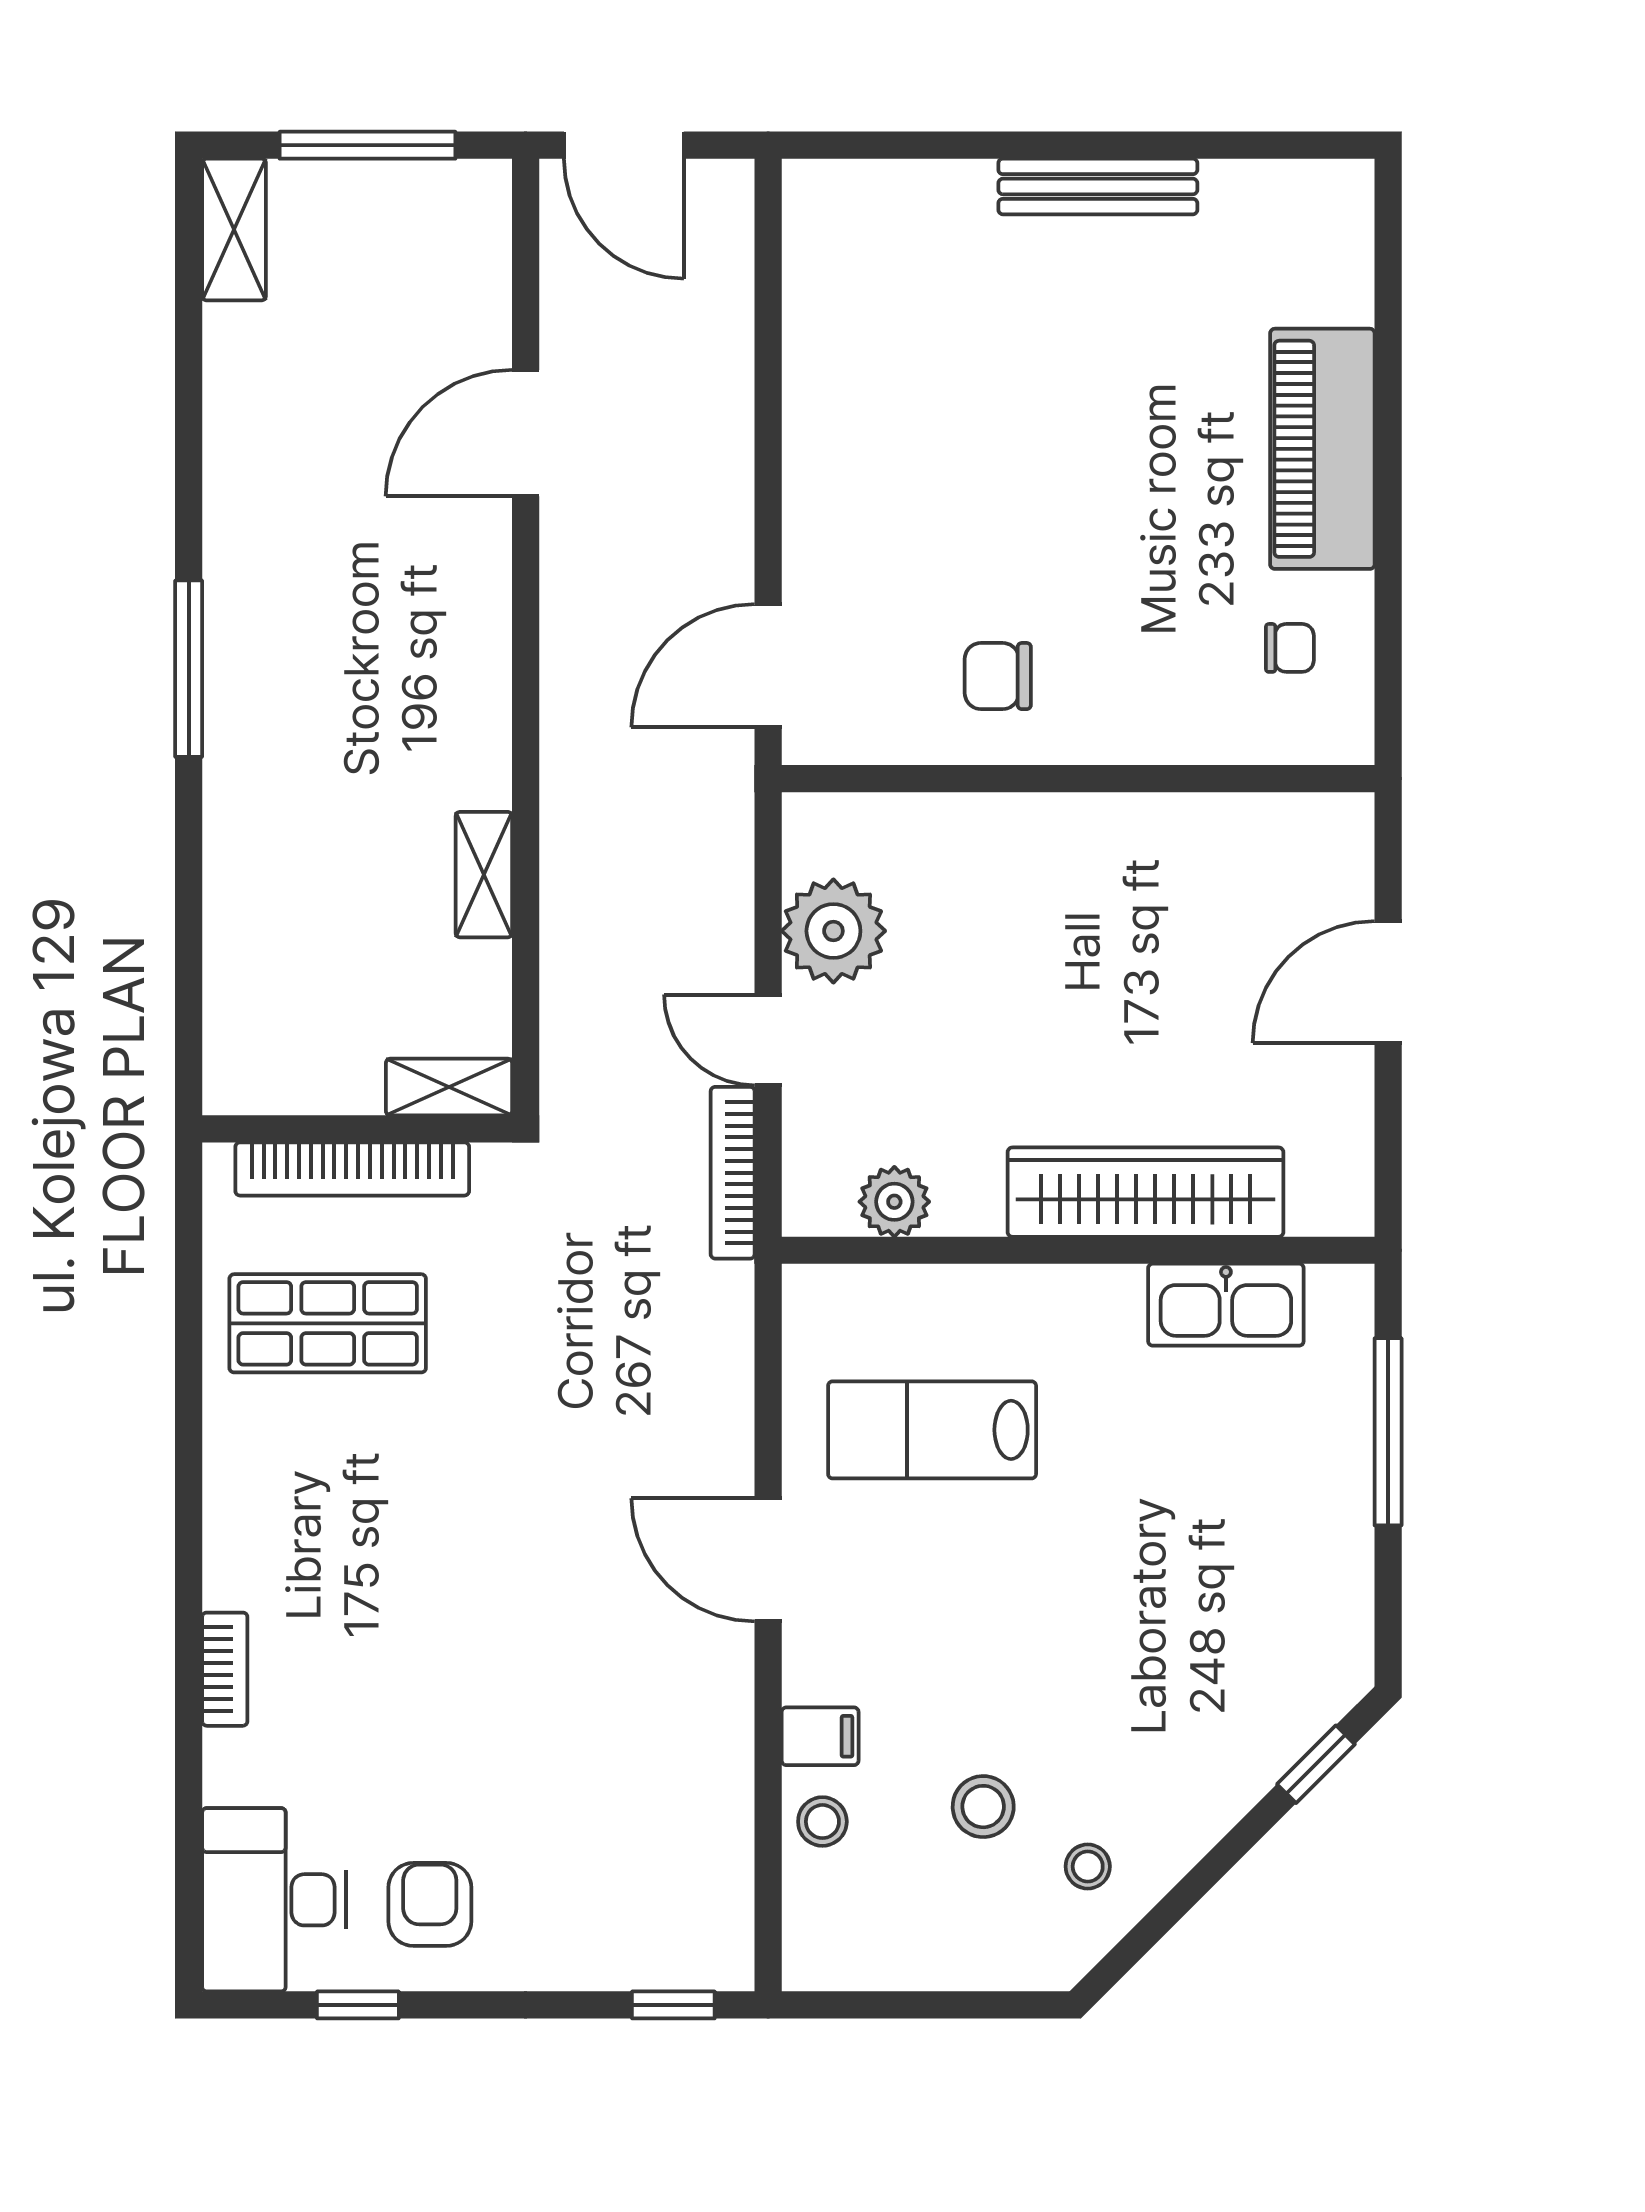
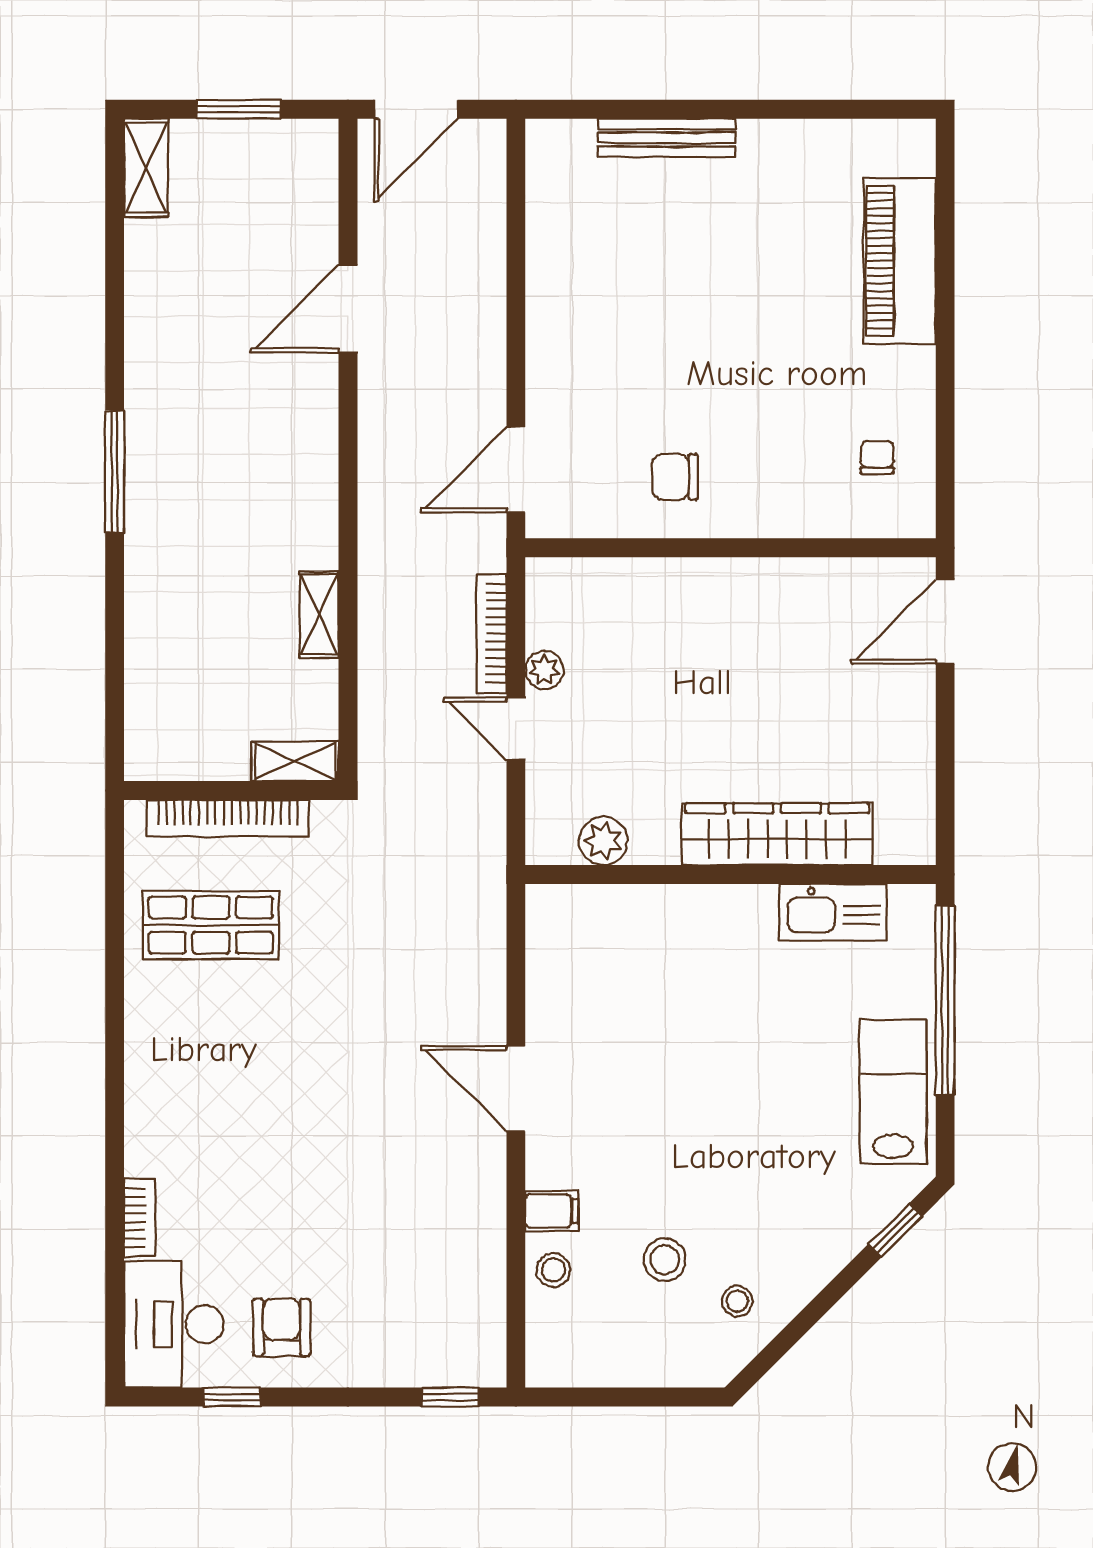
window: (368, 145) -> (238, 109), width x0.69
door: (624, 145) -> (416, 109), hinge flipped
bench: (1098, 186) -> (667, 138), moved
piano: (1322, 449) -> (900, 261), moved
chair: (1290, 648) -> (877, 457), turned -90
plant: (833, 931) -> (544, 670), width x0.53, depth x0.53
door: (1388, 982) -> (945, 622), moved
bookcase: (733, 1173) -> (491, 634), moved
lab bench: (932, 1430) -> (893, 1092), moved, turned 90
window: (1388, 1432) -> (945, 1000), width x1.46
bookcase: (225, 1669) -> (140, 1218), moved

